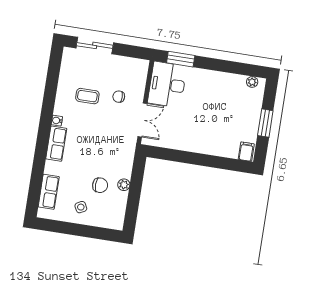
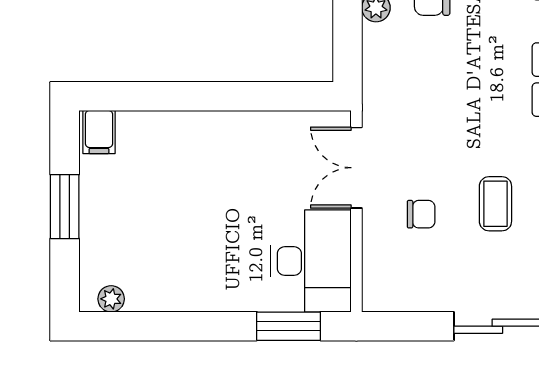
coffee table: (87, 96) -> (495, 204), turned 90

